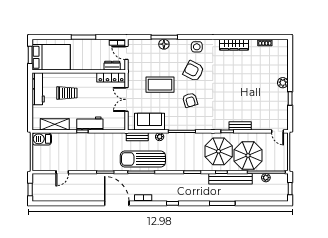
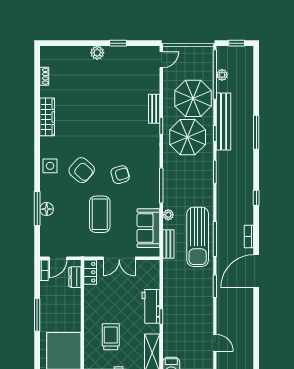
armchair: (194, 71) -> (82, 170), turned -75
locker: (111, 77) -> (90, 272), width x0.66

